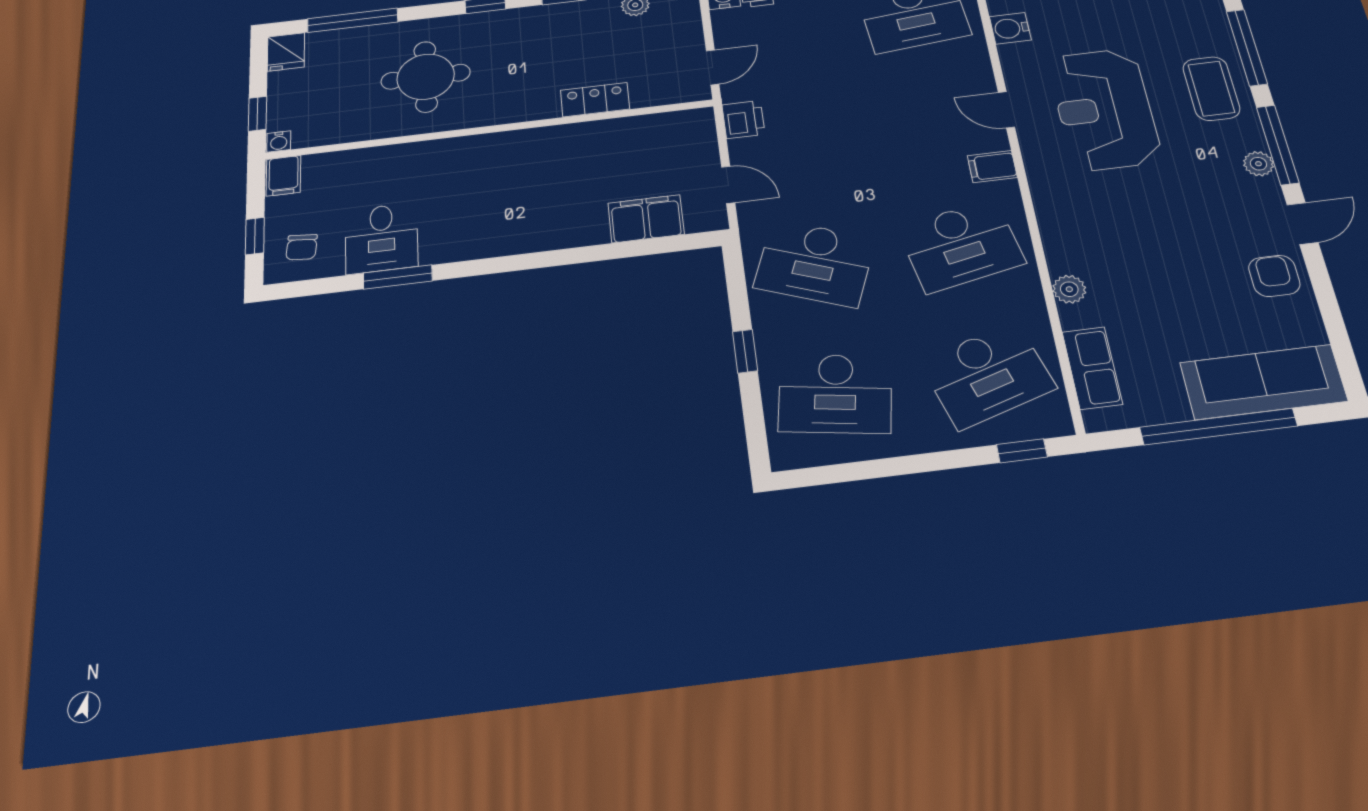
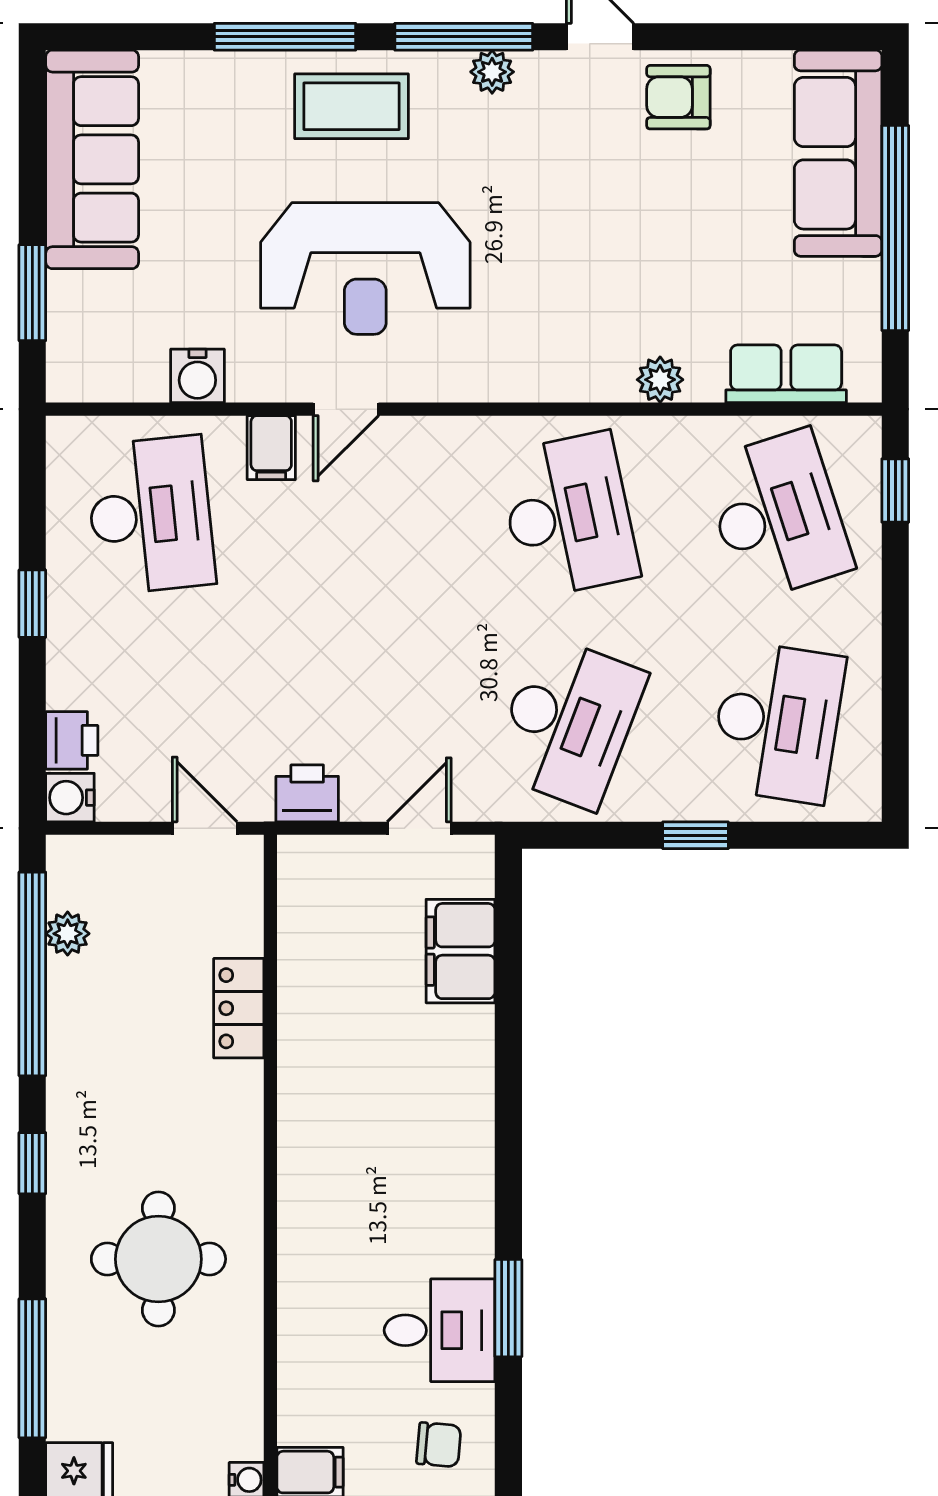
filing cabinet: (992, 167) -> (271, 448), moved

